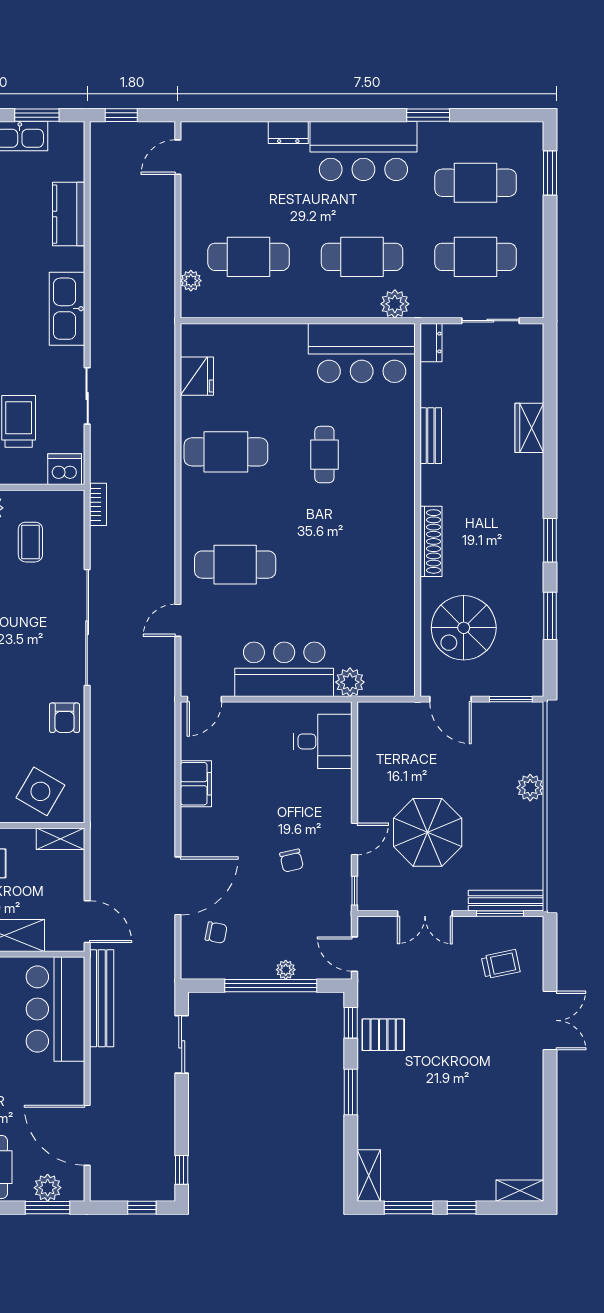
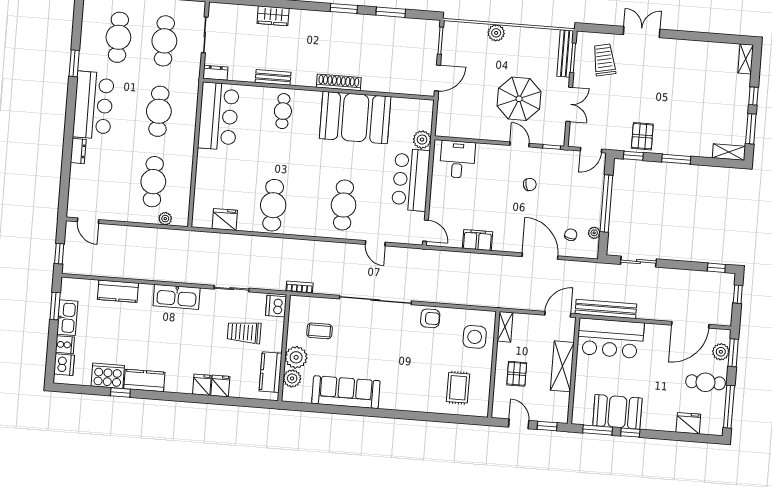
plant: (395, 304) -> (190, 93), removed
cafe table: (324, 455) -> (283, 111), moved, turned 90
booth: (377, 572) -> (355, 118), added
spiral stairs: (464, 628) -> (394, 66), removed
side table: (40, 791) -> (475, 337), turned -30
trolley: (501, 964) -> (604, 60), width x1.36, depth x1.39
plant: (286, 970) -> (594, 233), moved

